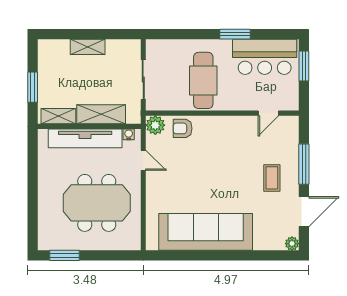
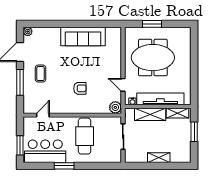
armchair: (183, 128) -> (80, 88), moved
sofa: (206, 232) -> (83, 36), width x0.74, depth x0.79
window: (65, 255) -> (152, 24), moved

